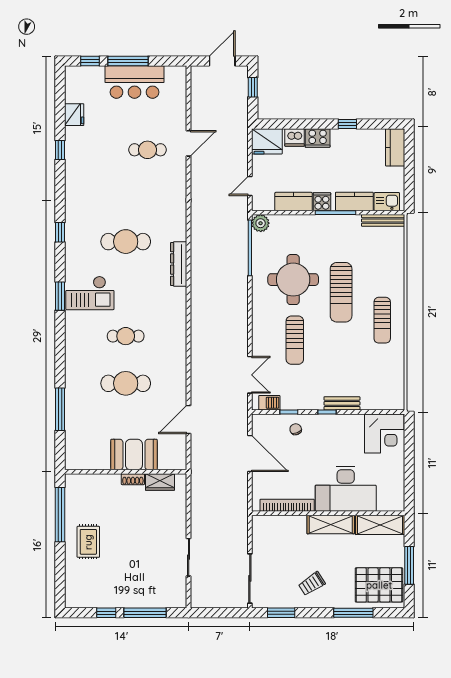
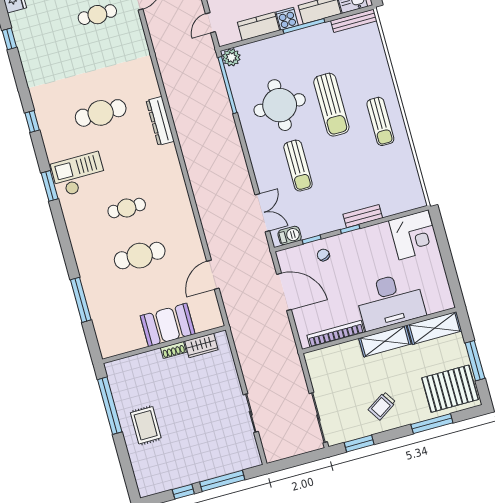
checkout: (90, 293) -> (79, 174), turned 180

